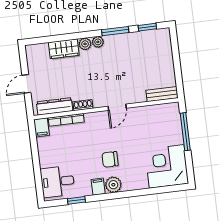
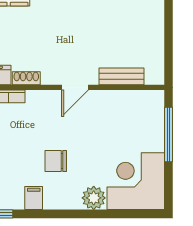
bench: (162, 94) -> (122, 76), moved
plant: (113, 185) -> (94, 198), moved

